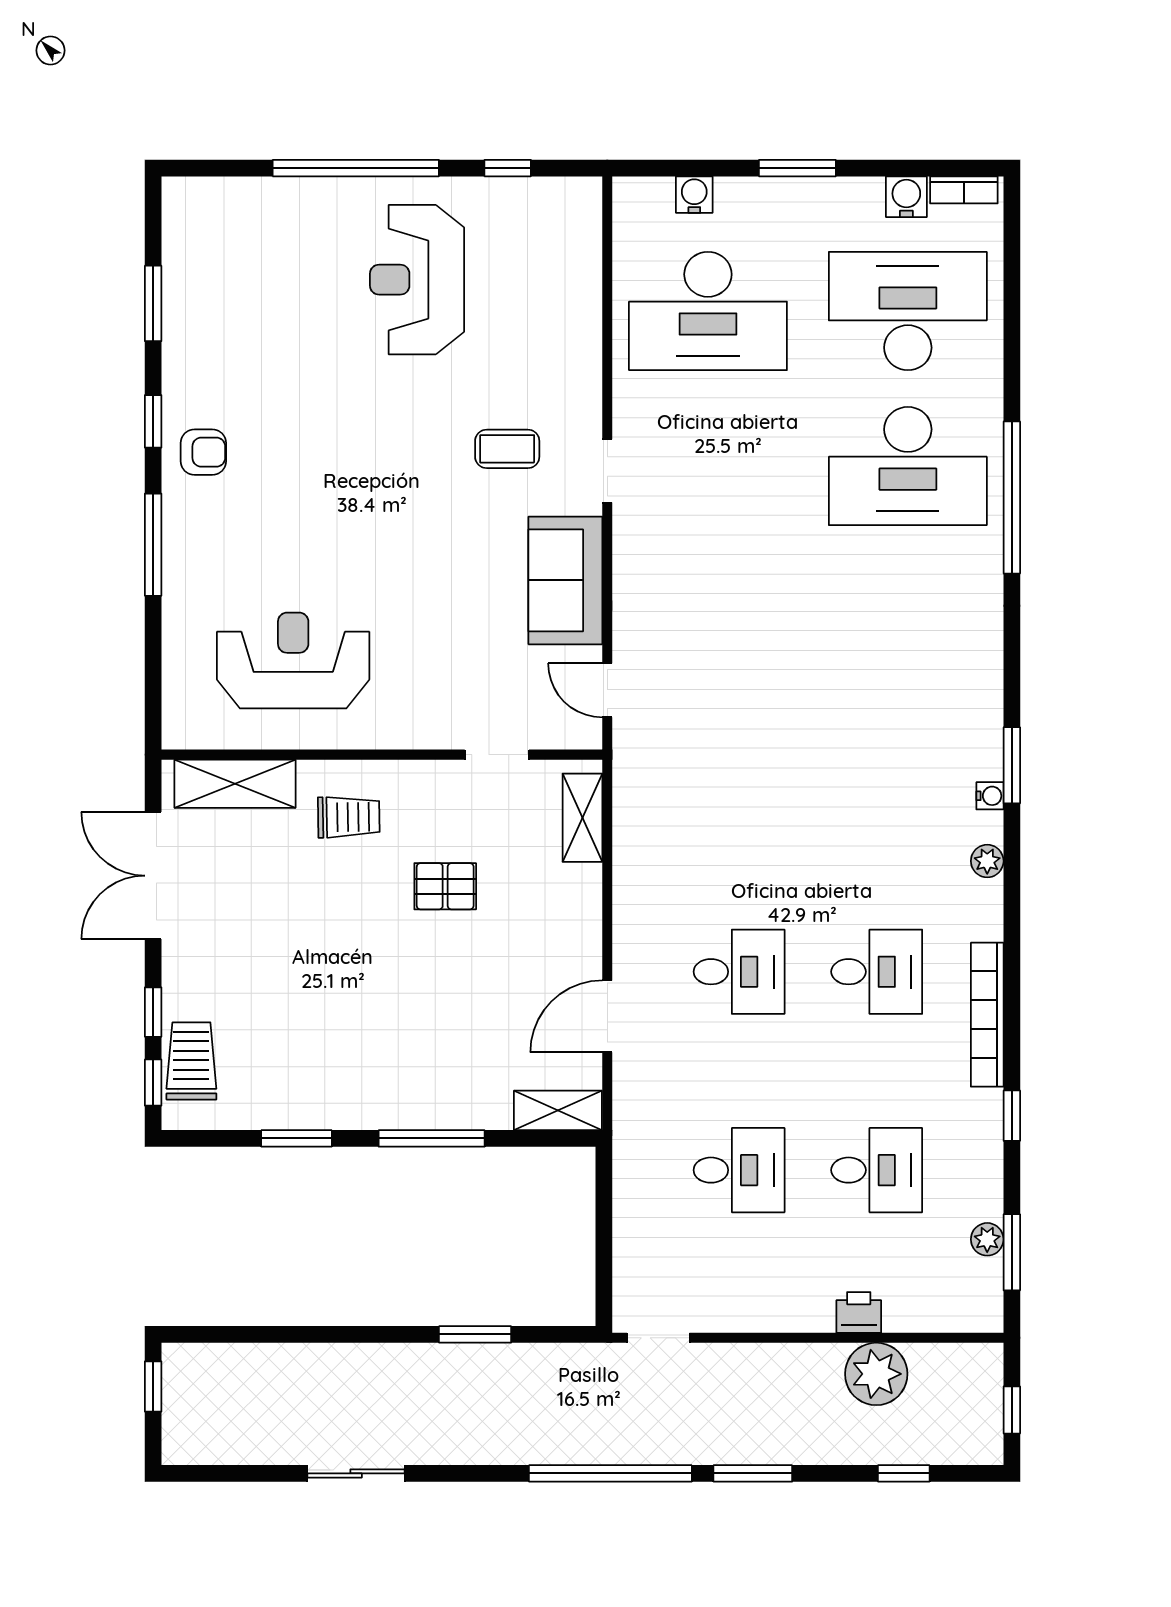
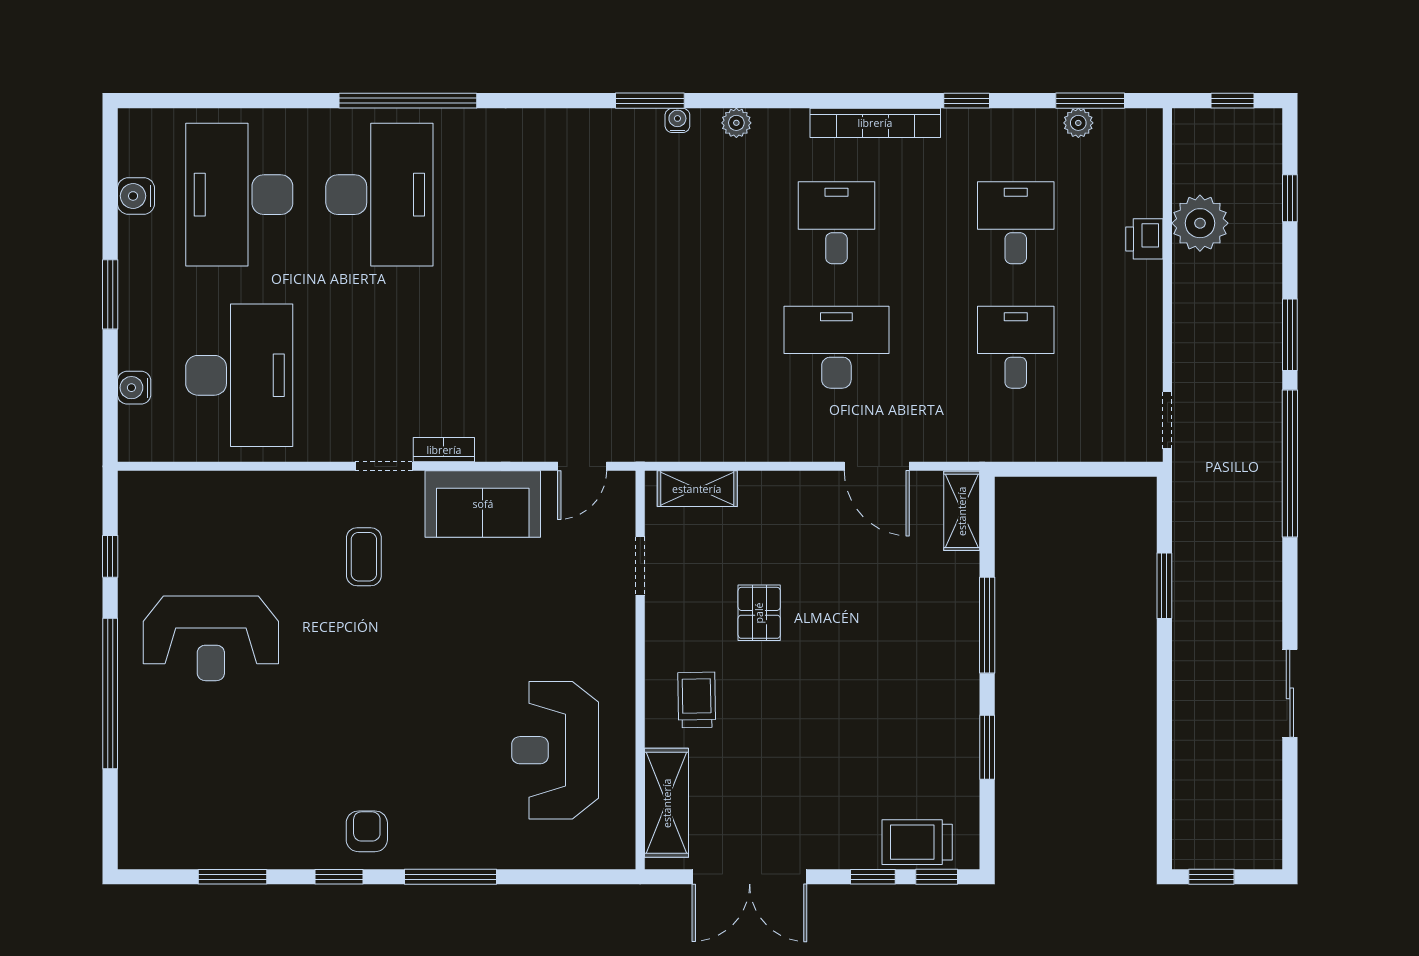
bookcase: (964, 190) -> (444, 450), moved, turned -90
desk: (739, 972) -> (836, 347), width x1.37

